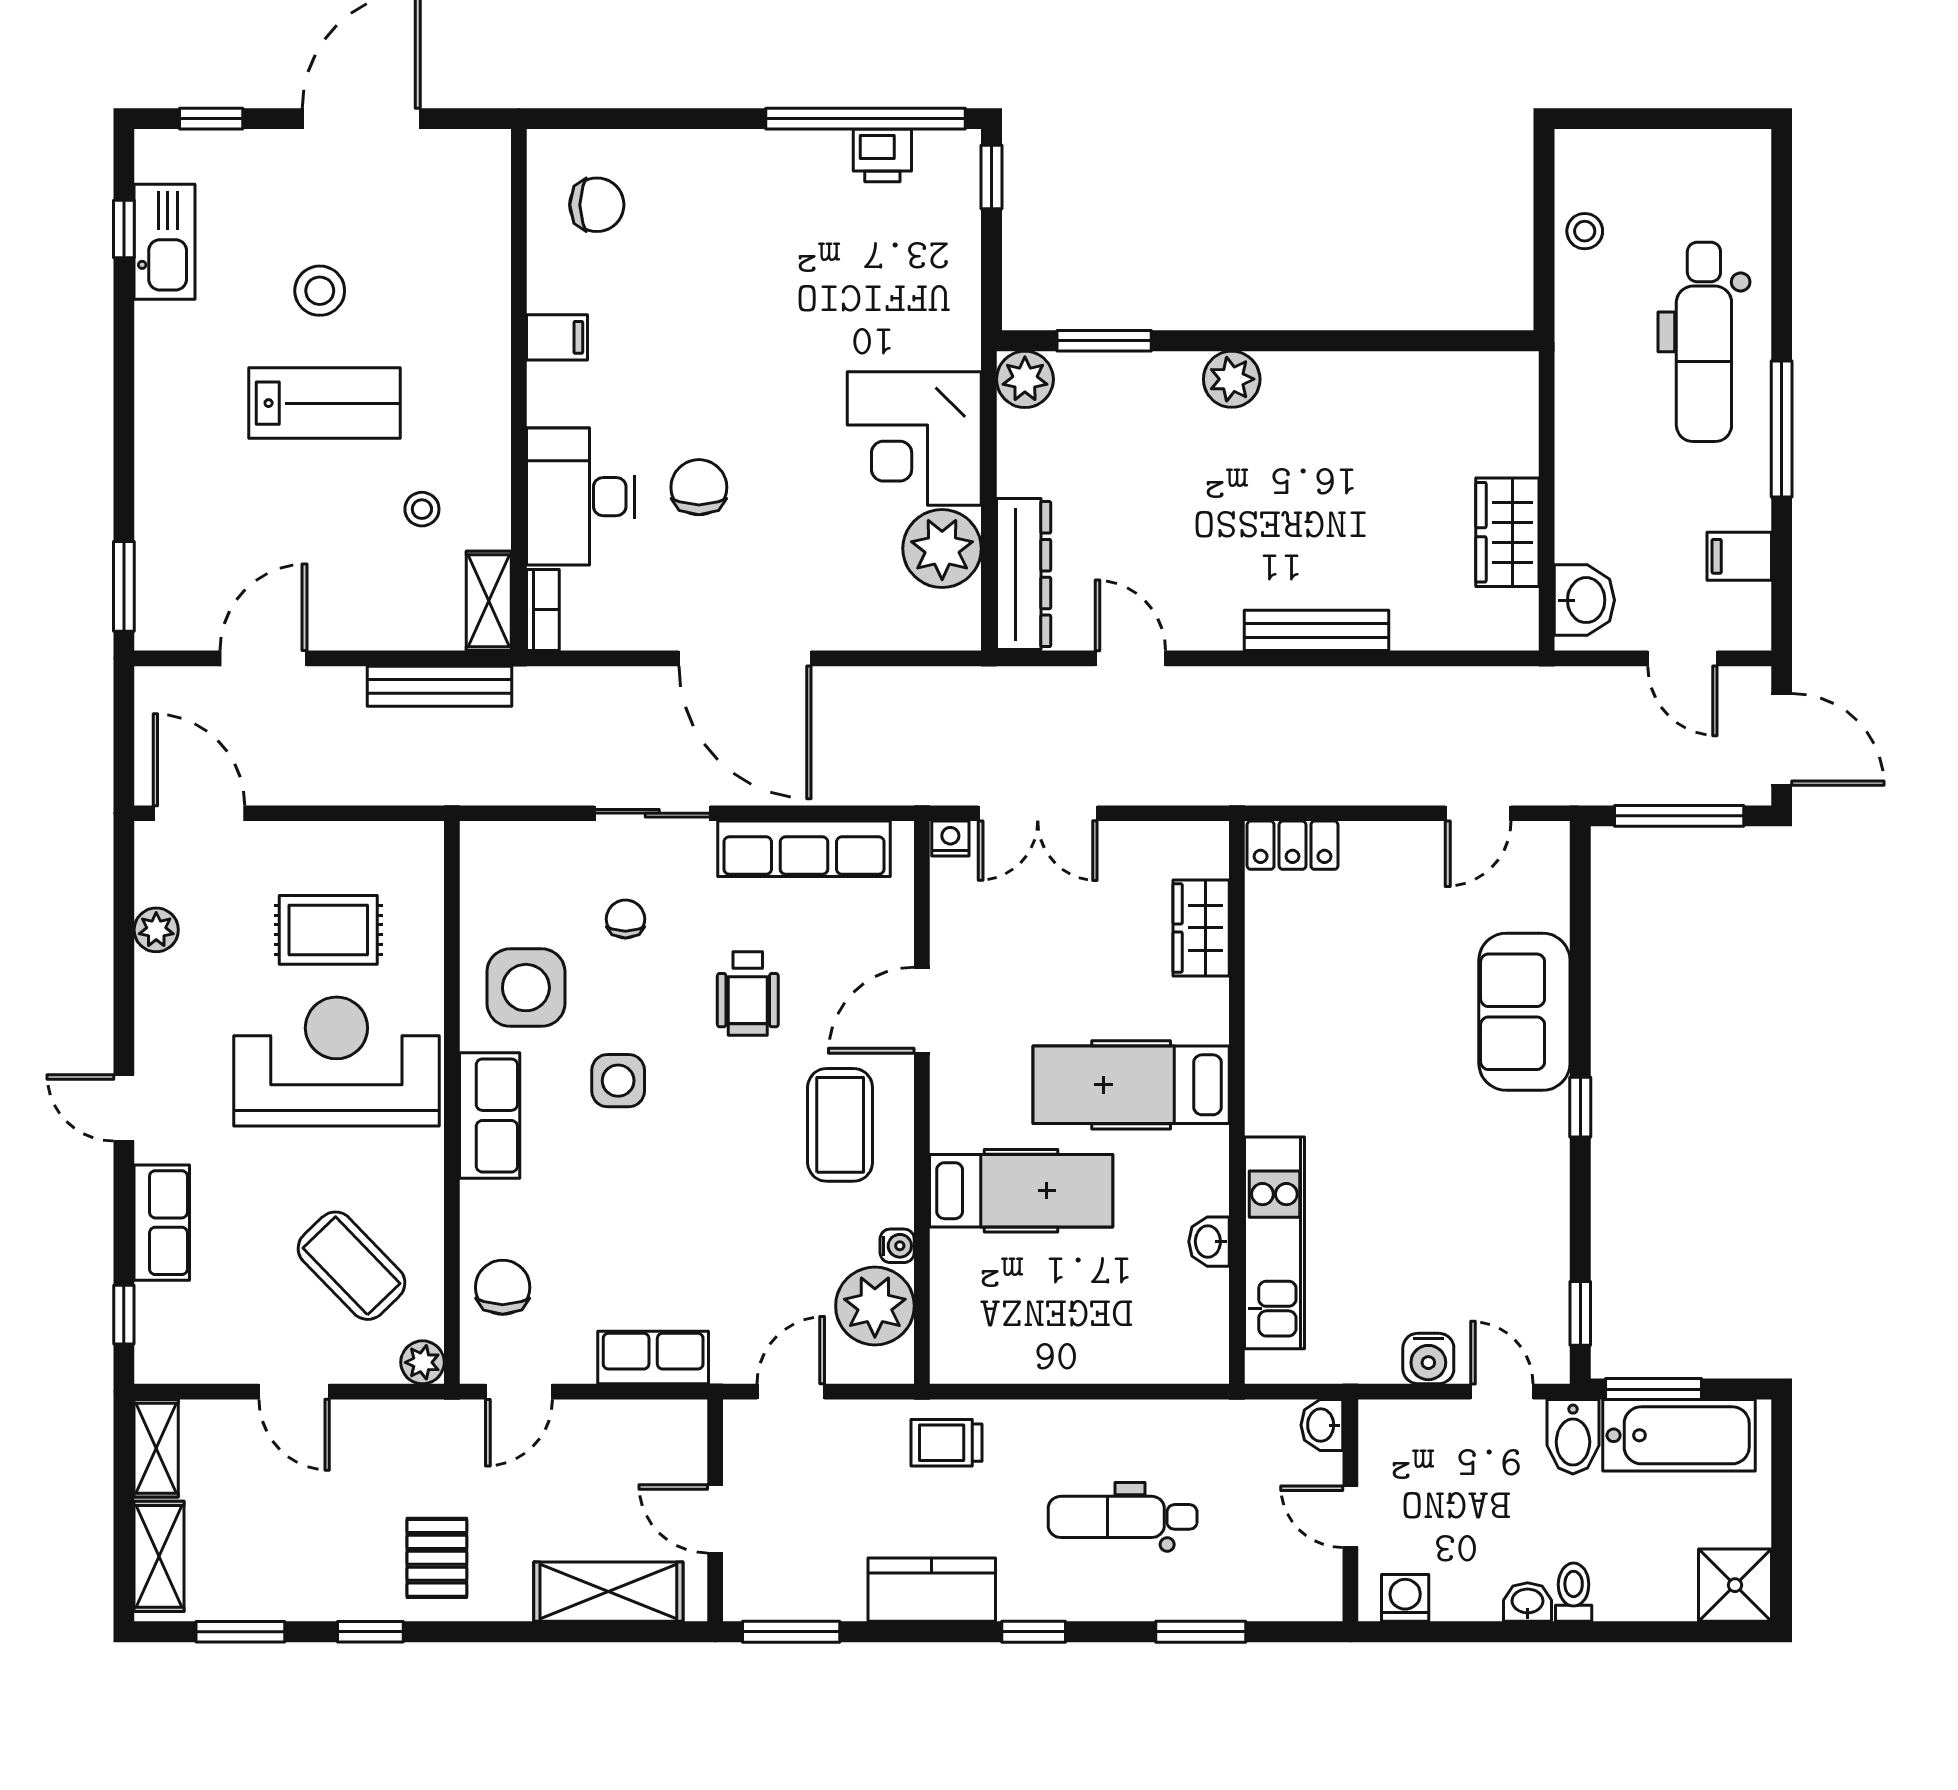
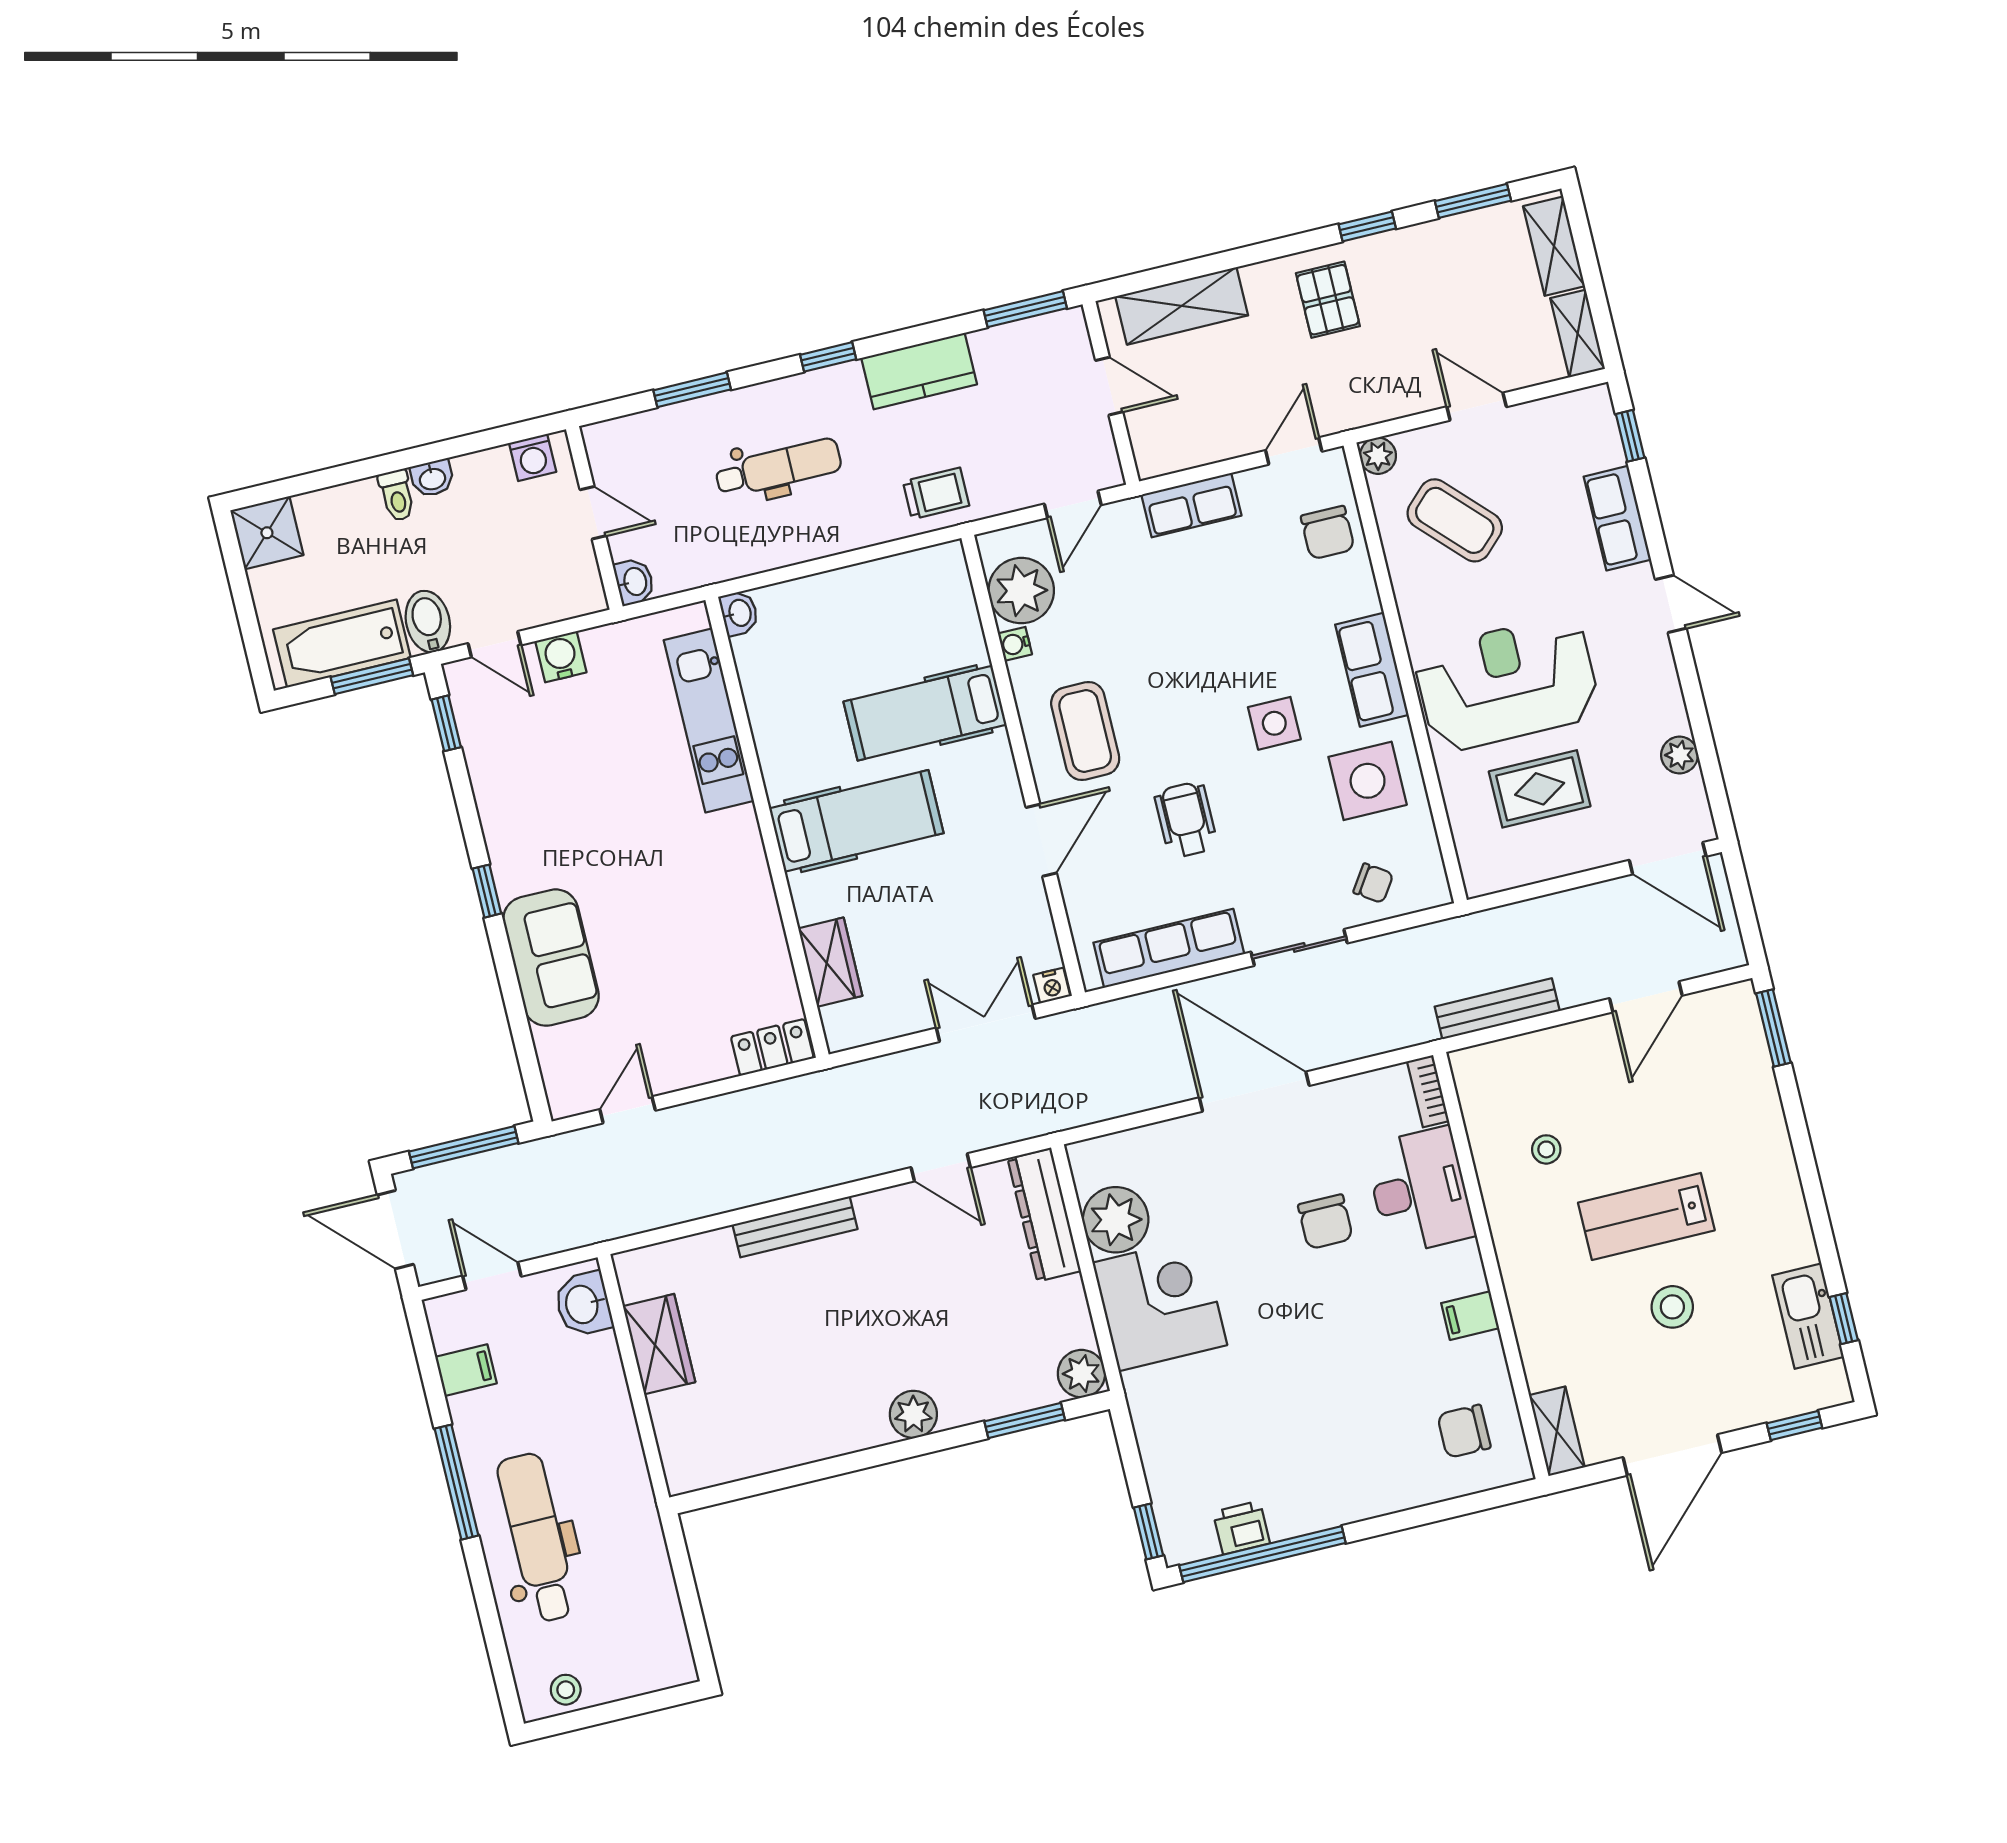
stool: (1585, 231) -> (566, 1690), moved
shelving: (489, 601) -> (1557, 1431), moved
chair: (625, 919) -> (1373, 883), moved, turned -56
reception desk: (336, 1061) -> (1507, 683), turned 180
washbasin: (1209, 1242) -> (739, 613), moved

